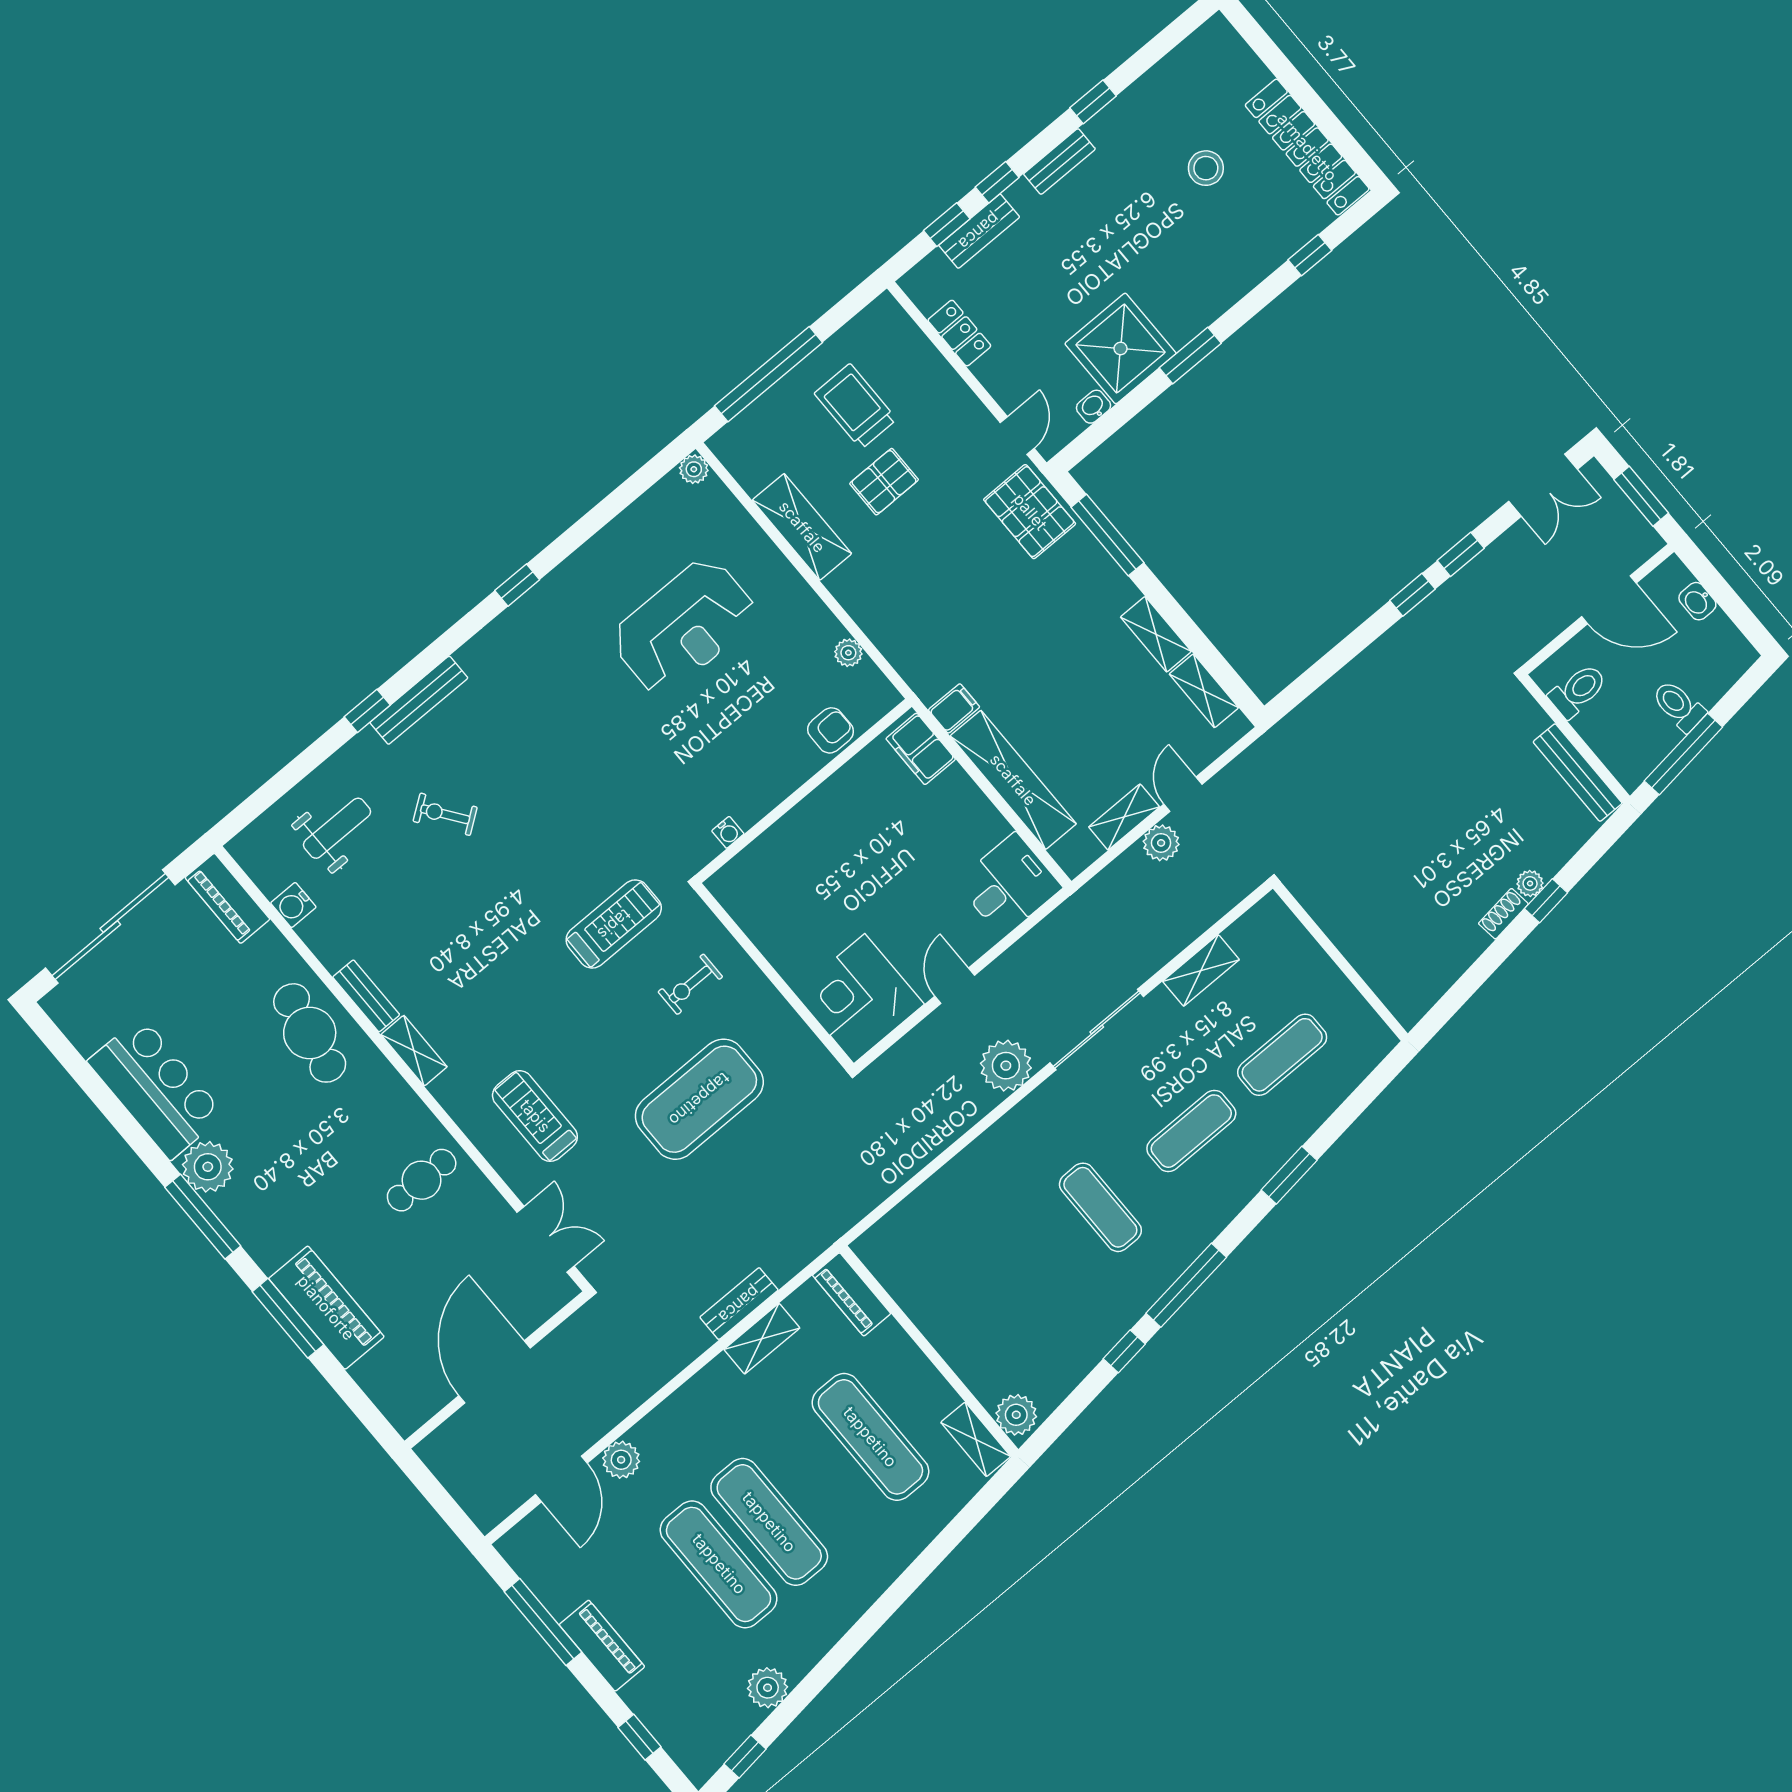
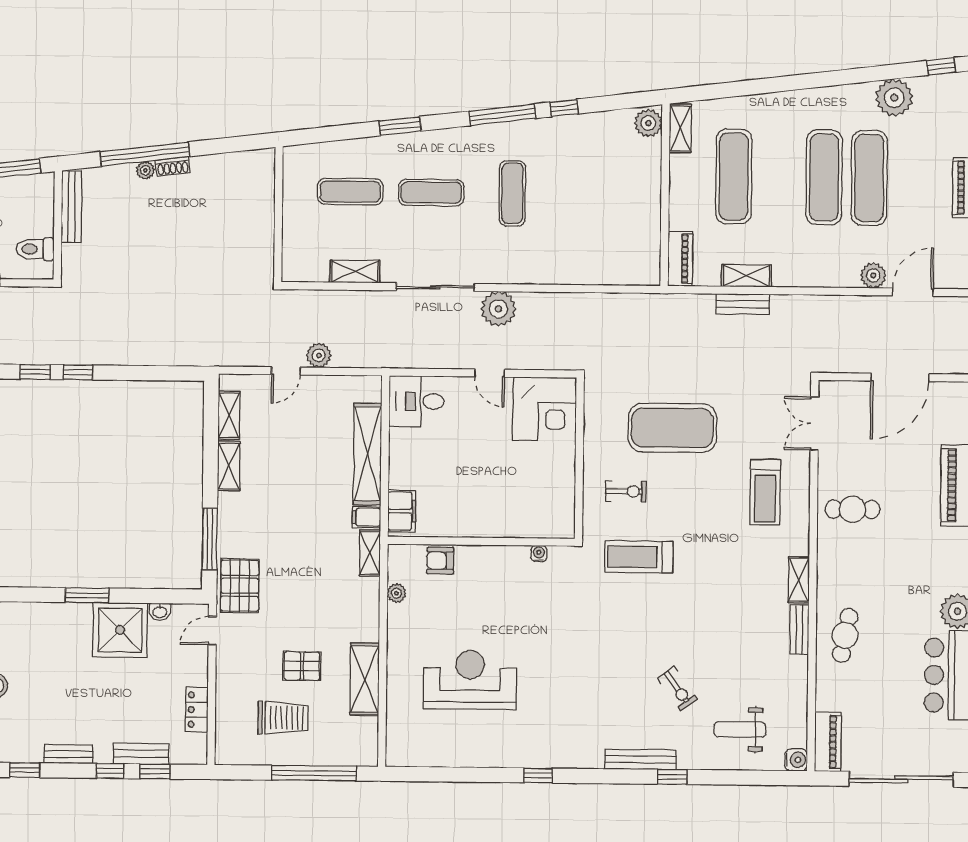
trolley: (855, 406) -> (283, 718), turned -90
plant: (694, 469) -> (395, 757), removed
shelving: (1124, 817) -> (370, 553), moved, turned 90
window: (1546, 901) -> (145, 154), width x3.17
water cooler: (293, 905) -> (796, 760), moved
door: (955, 986) -> (490, 373), hinge flipped
cafe table: (310, 1033) -> (845, 635), width x0.73, depth x0.74
plant: (768, 1688) -> (894, 98), width x1.36, depth x1.36

